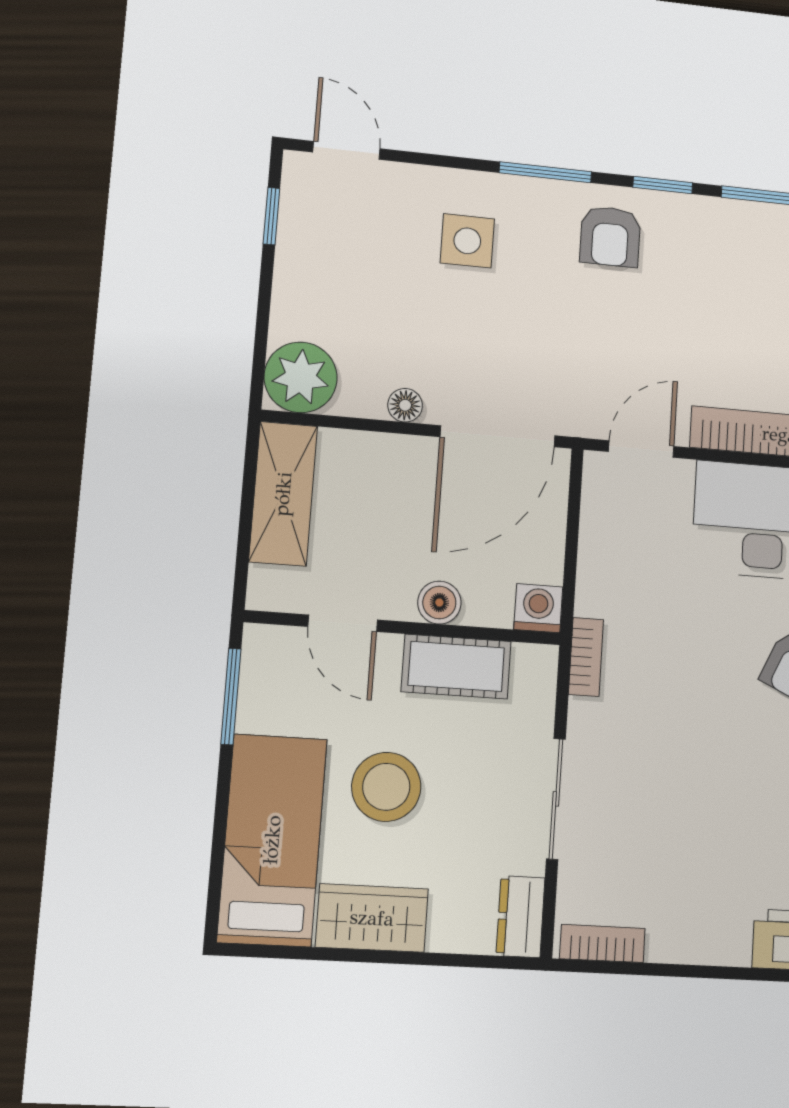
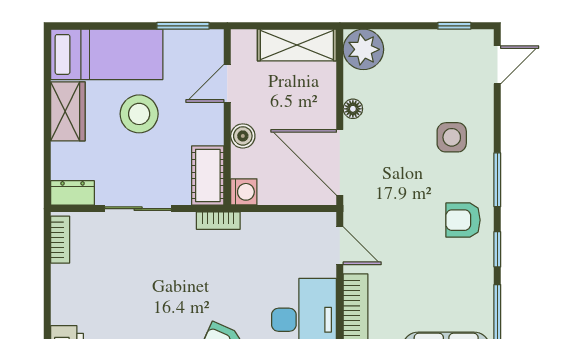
cot: (456, 667) -> (208, 176), moved

